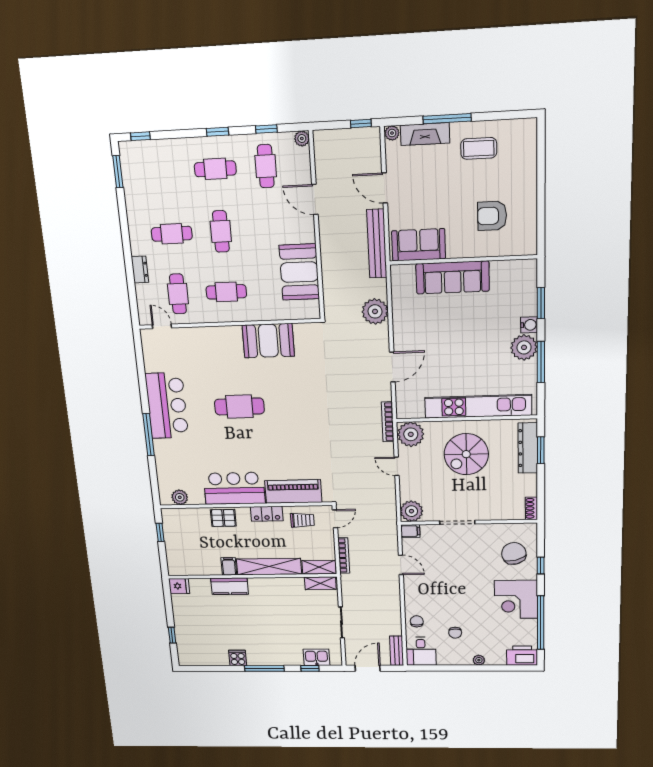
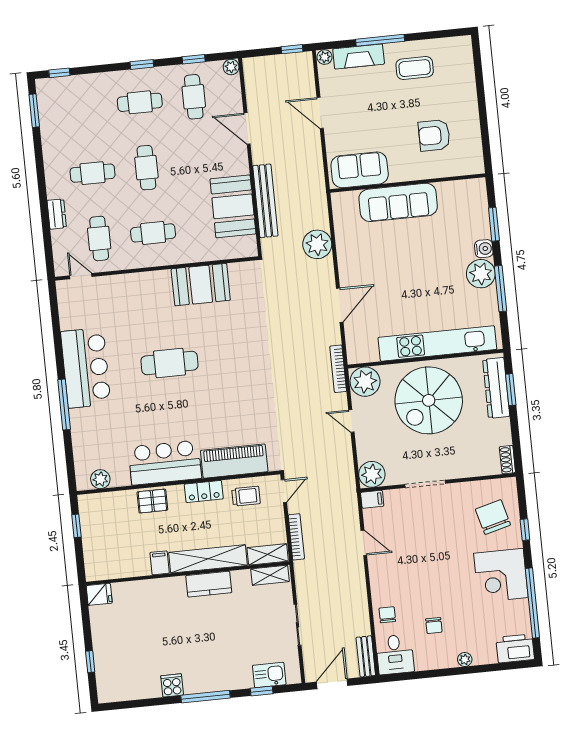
bench: (377, 244) -> (265, 201), moved
spiral stairs: (466, 454) -> (429, 400), width x1.37, depth x1.37
kitchen counter: (230, 586) -> (209, 584), moved

